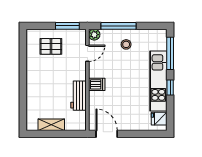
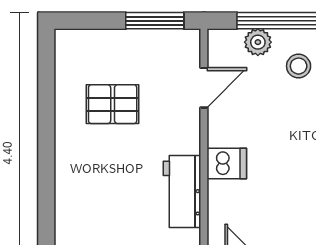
plant: (94, 35) -> (258, 42), moved
pallet: (51, 46) -> (113, 104), moved

